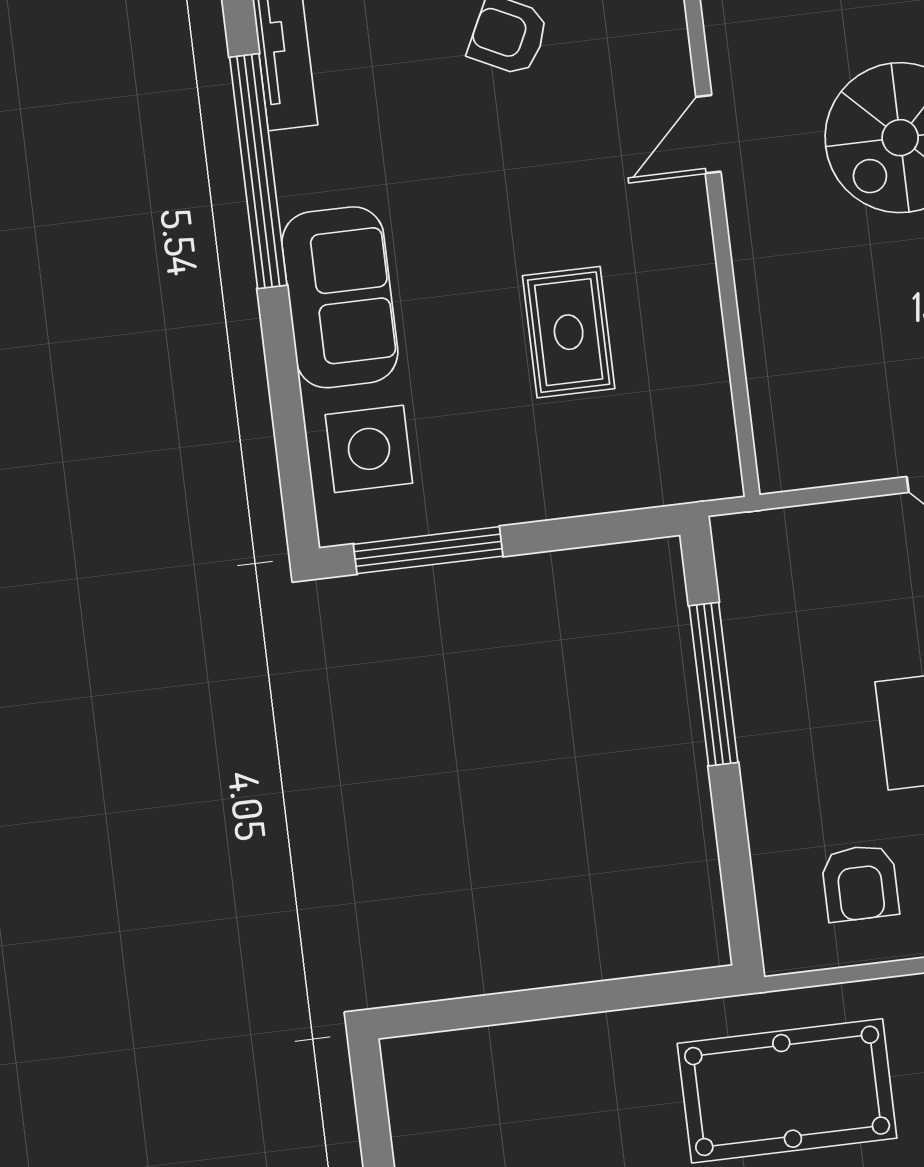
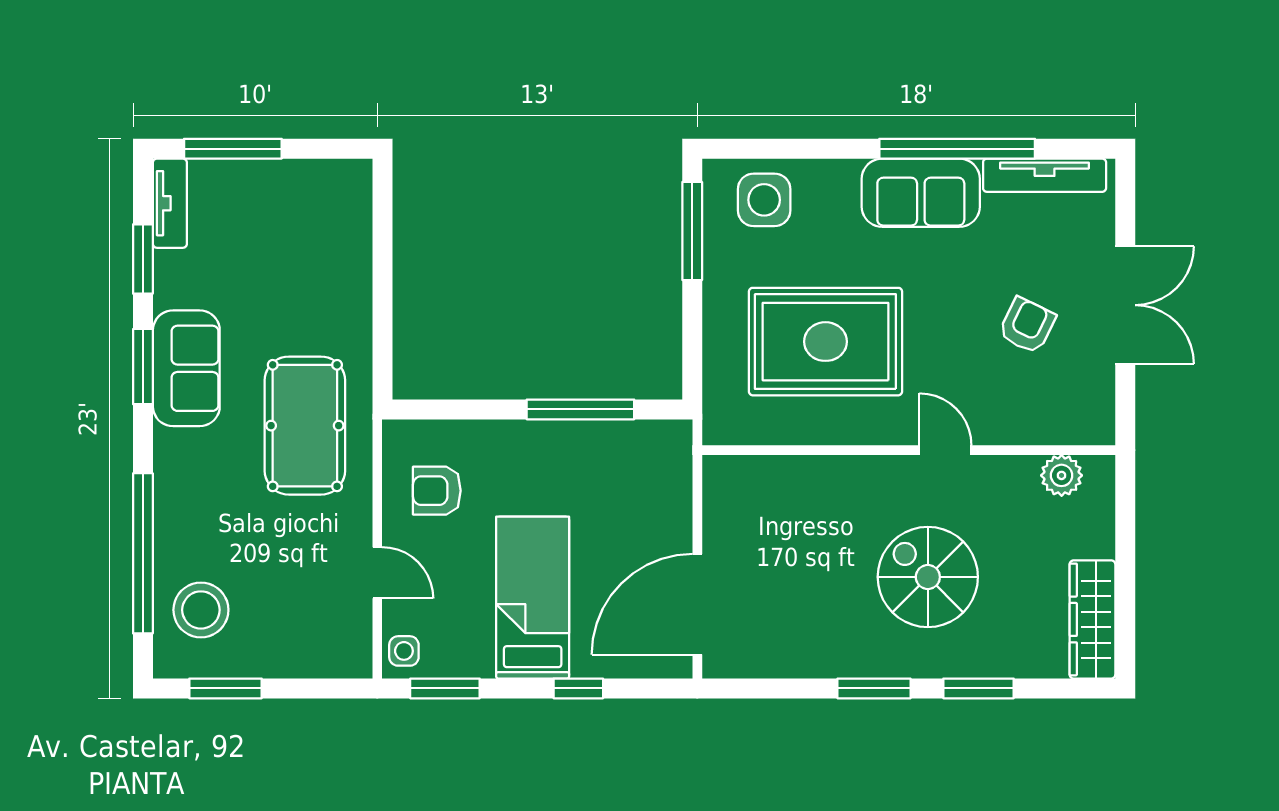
sofa: (340, 297) -> (921, 193), moved
rug: (569, 332) -> (825, 342), width x1.86, depth x2.06

